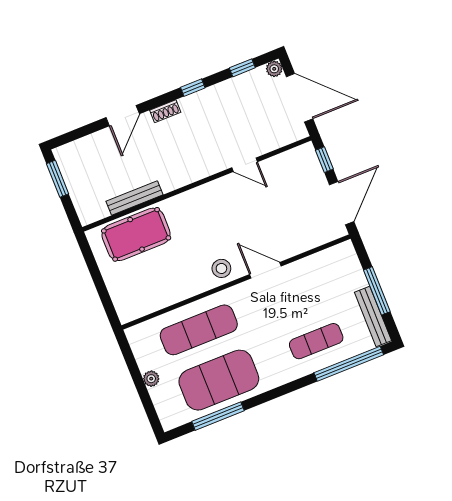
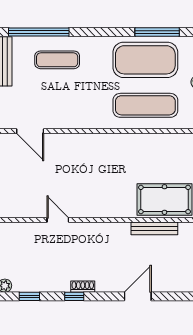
shoe rack: (165, 111) -> (83, 287), moved
stool: (221, 268) -> (108, 146), removed
door: (265, 270) -> (30, 131), moved

